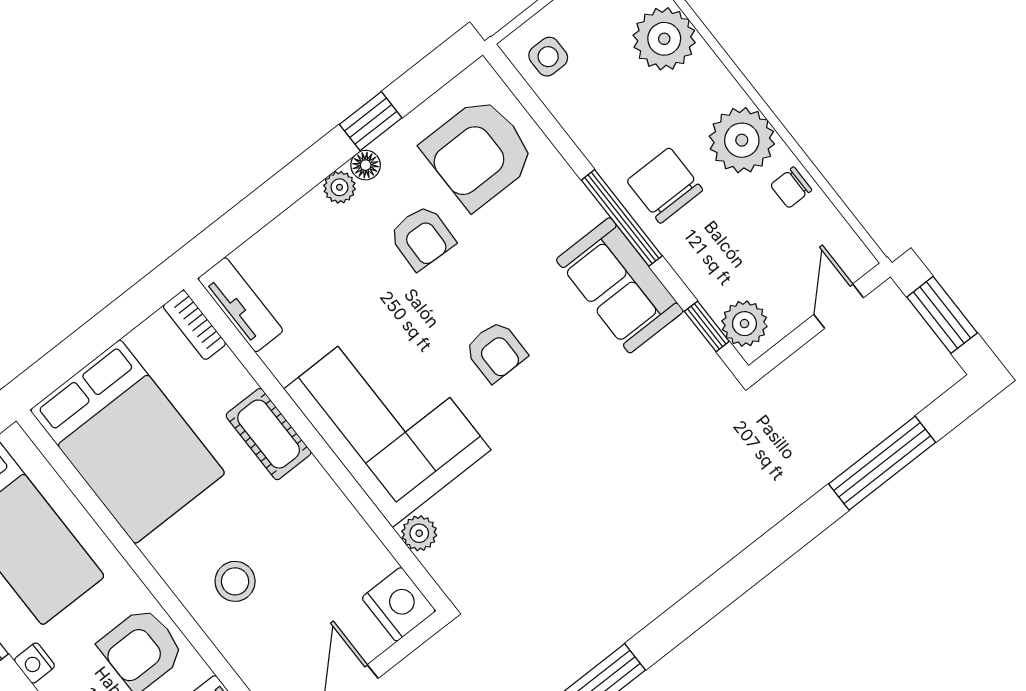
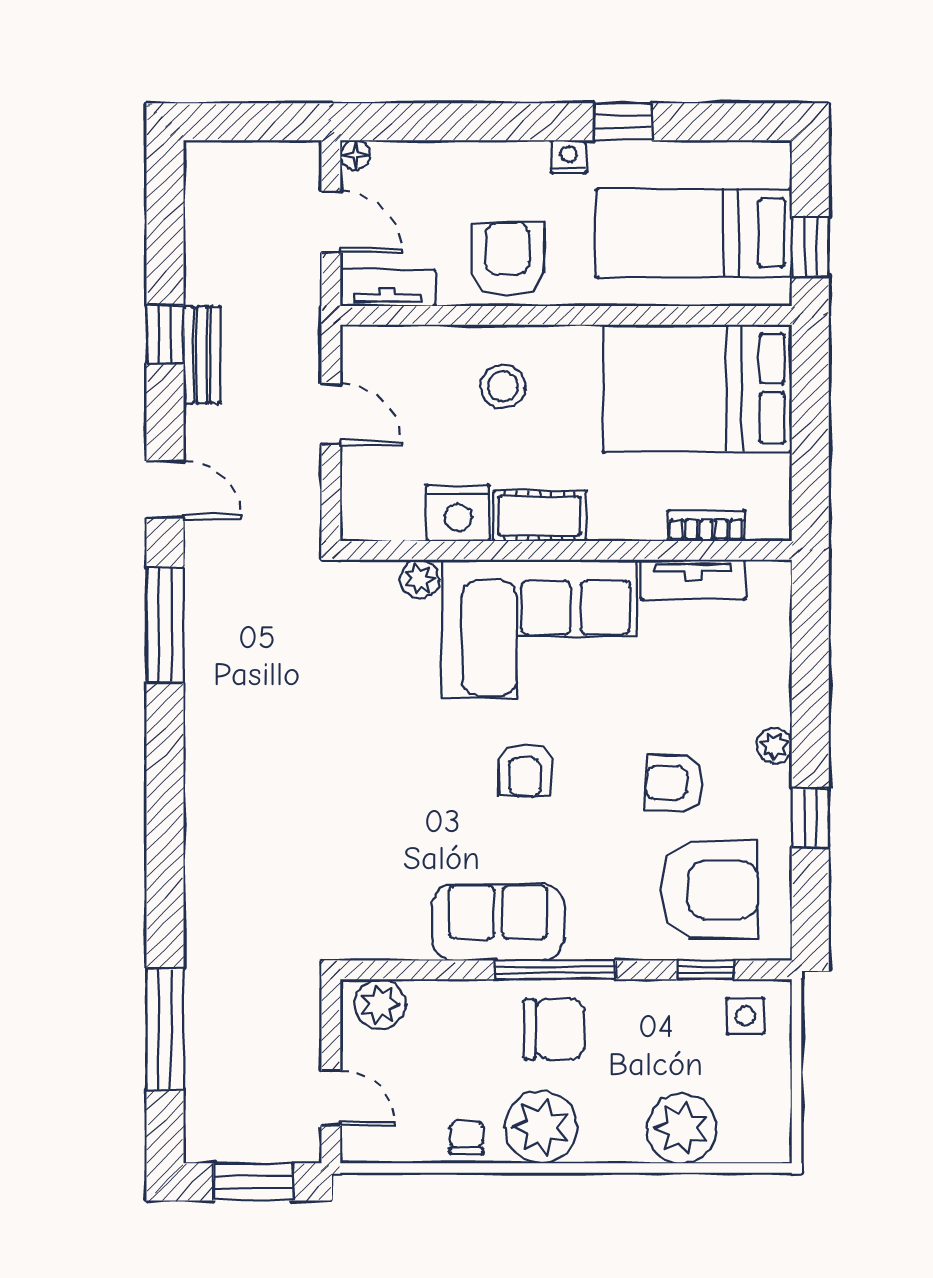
armchair: (479, 153) -> (709, 890), turned 90
floor lamp: (366, 165) -> (776, 783), removed
tv unit: (240, 305) -> (693, 580), moved
bookcase: (194, 325) -> (706, 526), moved
window: (707, 326) -> (706, 970), moved
armchair: (496, 351) -> (525, 770), turned -90
cot: (269, 434) -> (540, 516), moved
nightstand: (399, 604) -> (458, 513), moved

